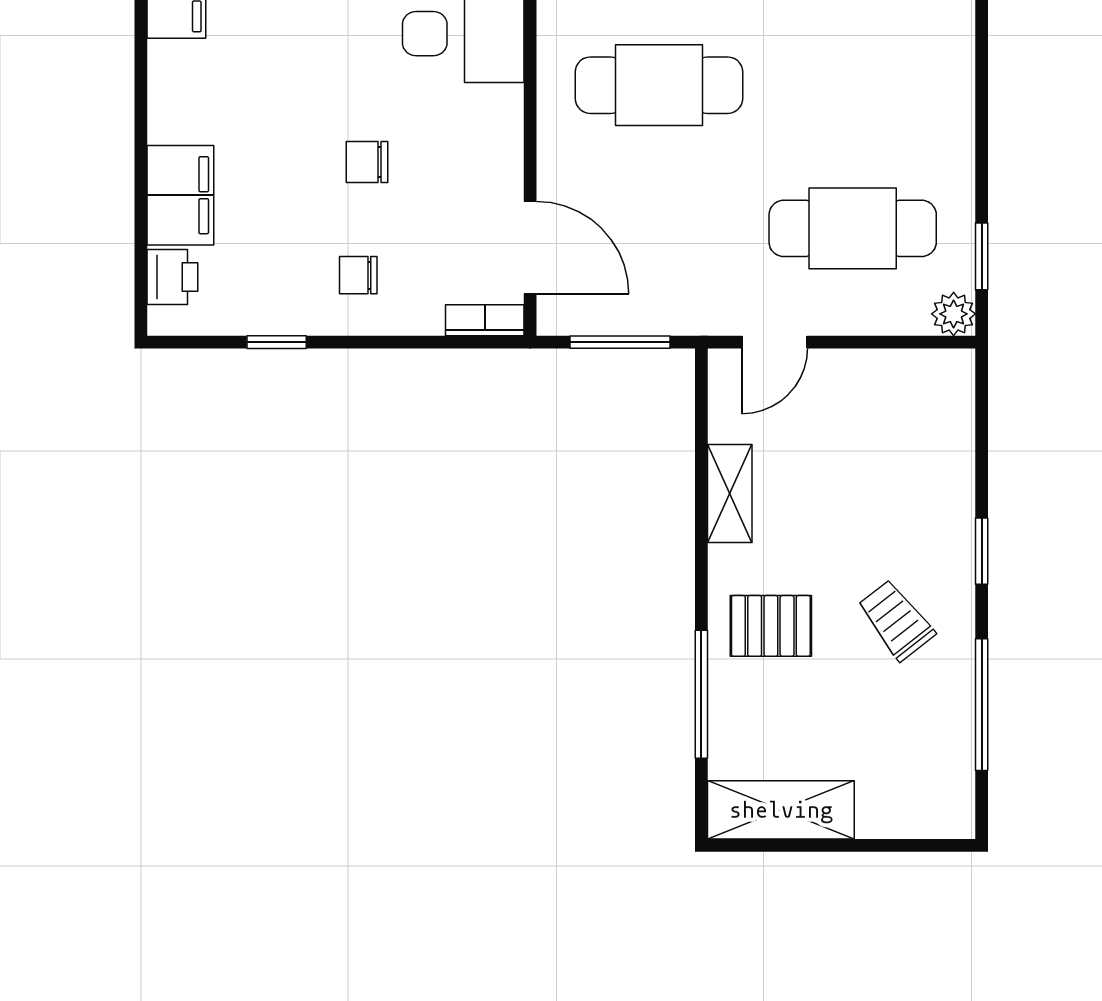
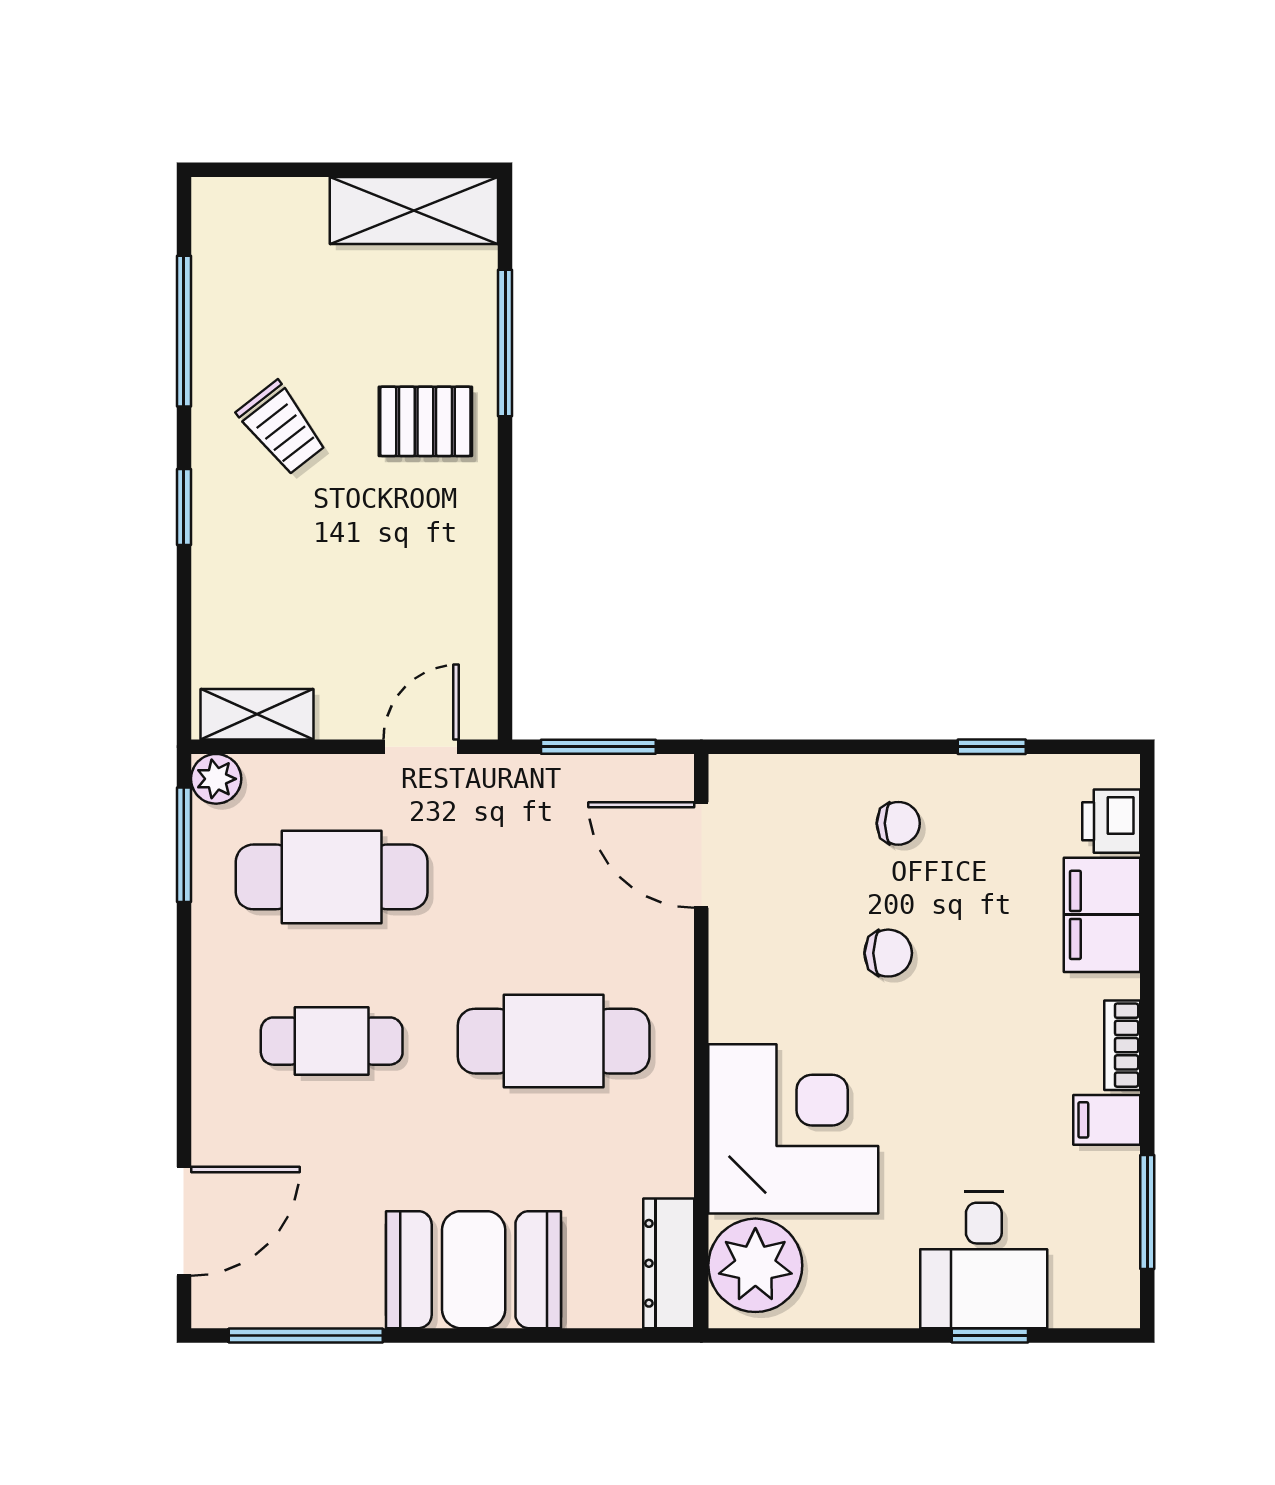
cafe table: (853, 85) -> (332, 1041), added
window: (982, 256) -> (184, 845), width x1.50
bookcase: (485, 320) -> (1122, 1045), moved, turned 90
shelving: (730, 493) -> (257, 714), moved, turned 90

